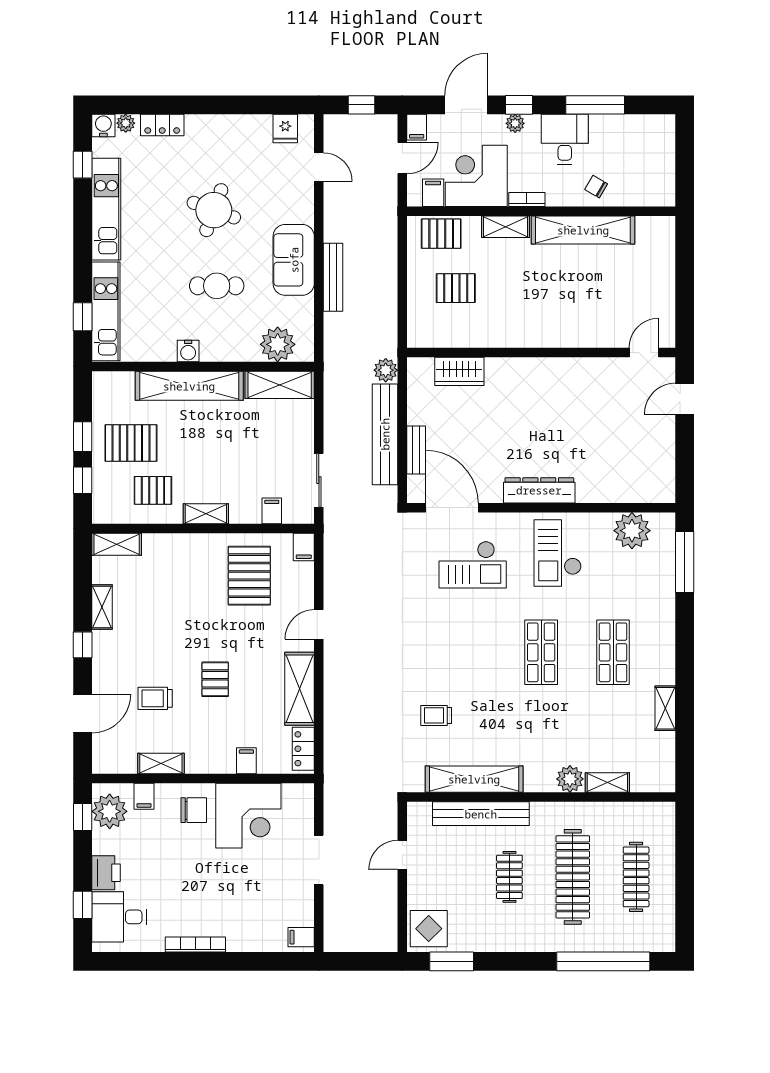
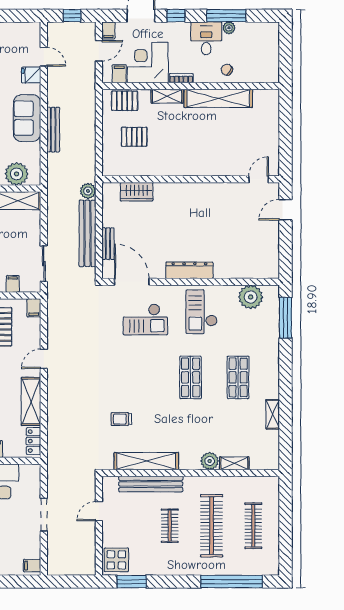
plant: (515, 123) -> (229, 28), moved
fridge: (285, 129) -> (31, 75), moved, turned 90

